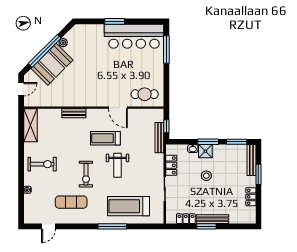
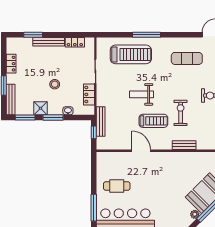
cafe table: (145, 94) -> (117, 186), moved
shower: (205, 151) -> (40, 108), moved
weight bench: (118, 165) -> (142, 94), turned -90
exercise bike: (86, 174) -> (181, 113), moved
window: (206, 226) -> (33, 35), moved

